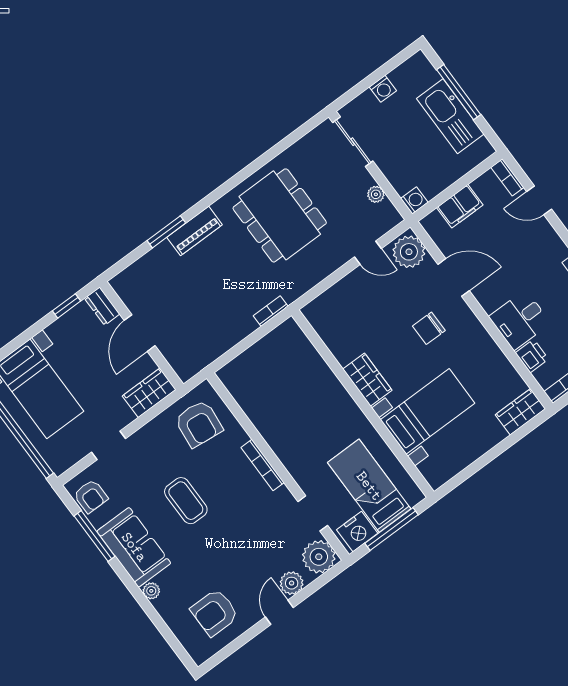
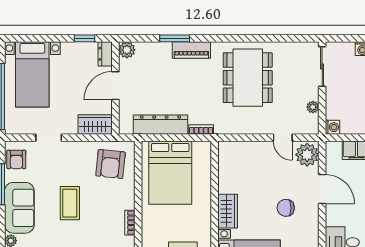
plant: (123, 284) -> (127, 50), added
dresser: (222, 339) -> (160, 125), added
bed: (272, 384) -> (170, 173), added
bookcase: (263, 465) -> (130, 223), width x0.64

